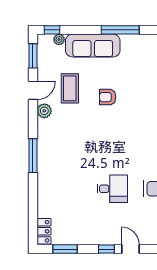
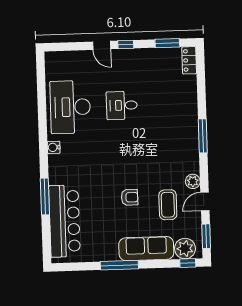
plant: (59, 39) -> (185, 249), width x1.88, depth x1.88

